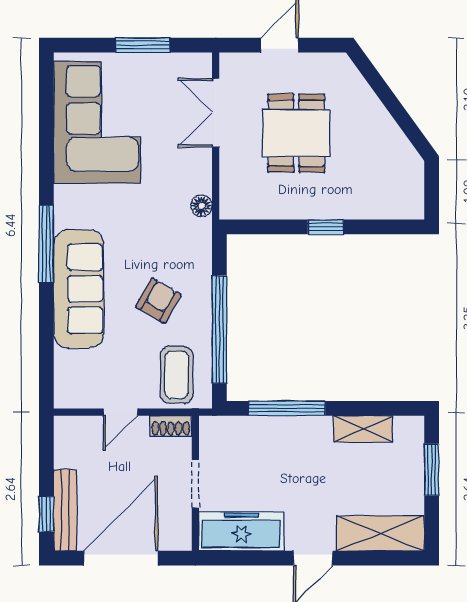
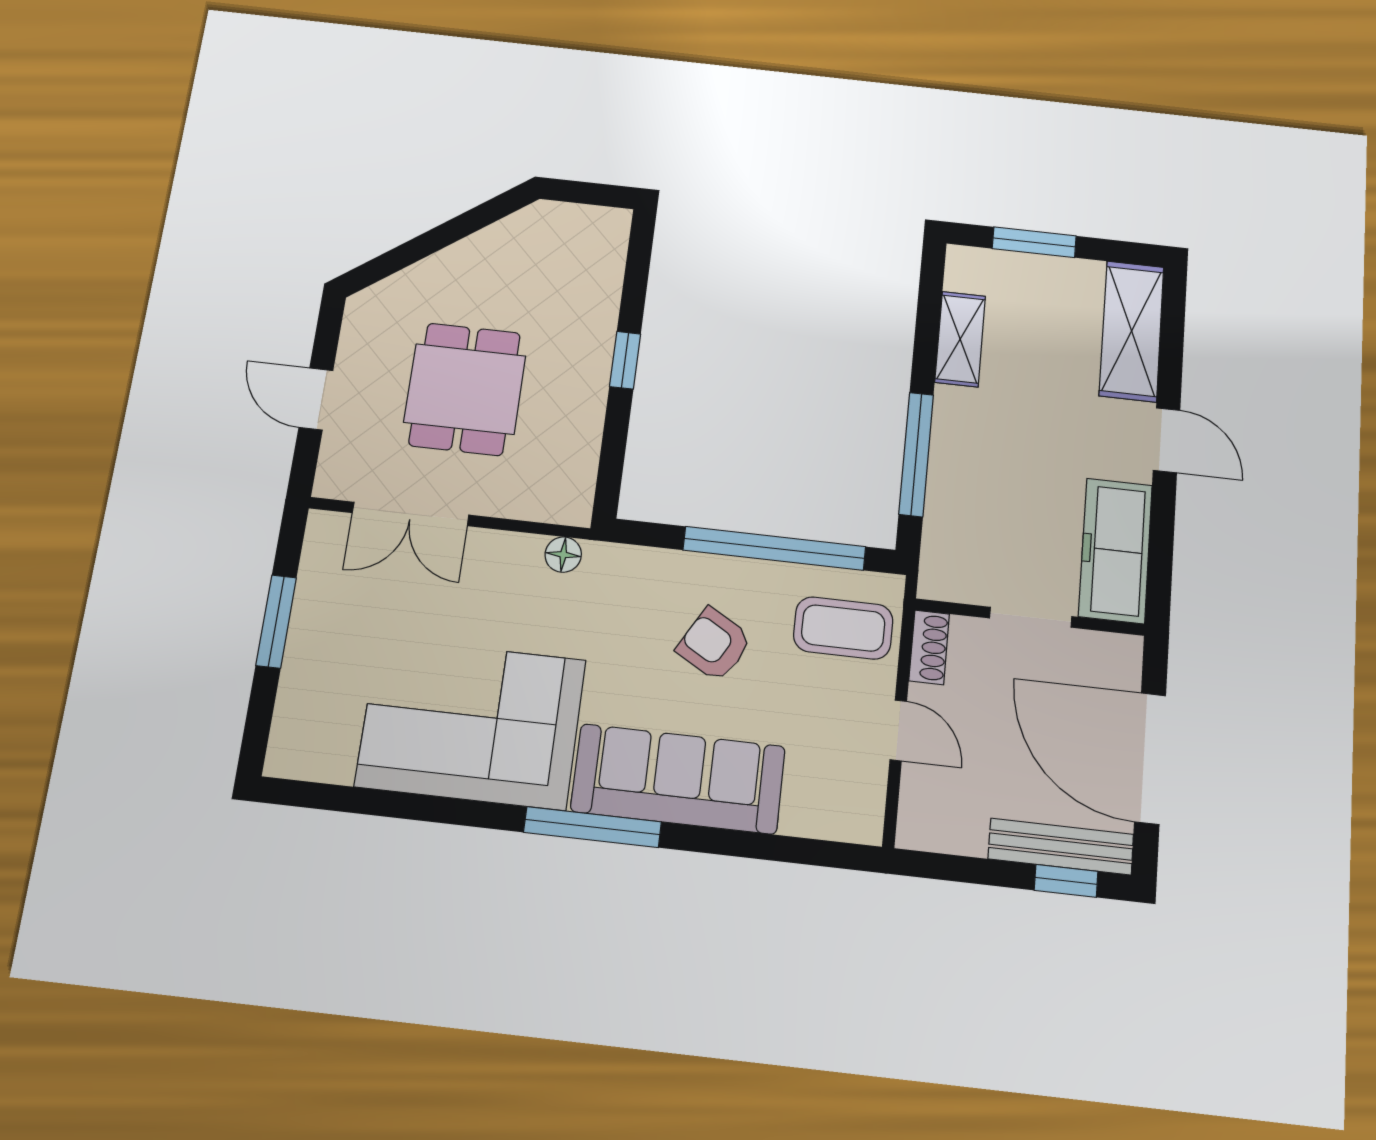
corner sofa: (97, 122) -> (471, 723), moved
dining table: (296, 133) -> (465, 389), turned 90

